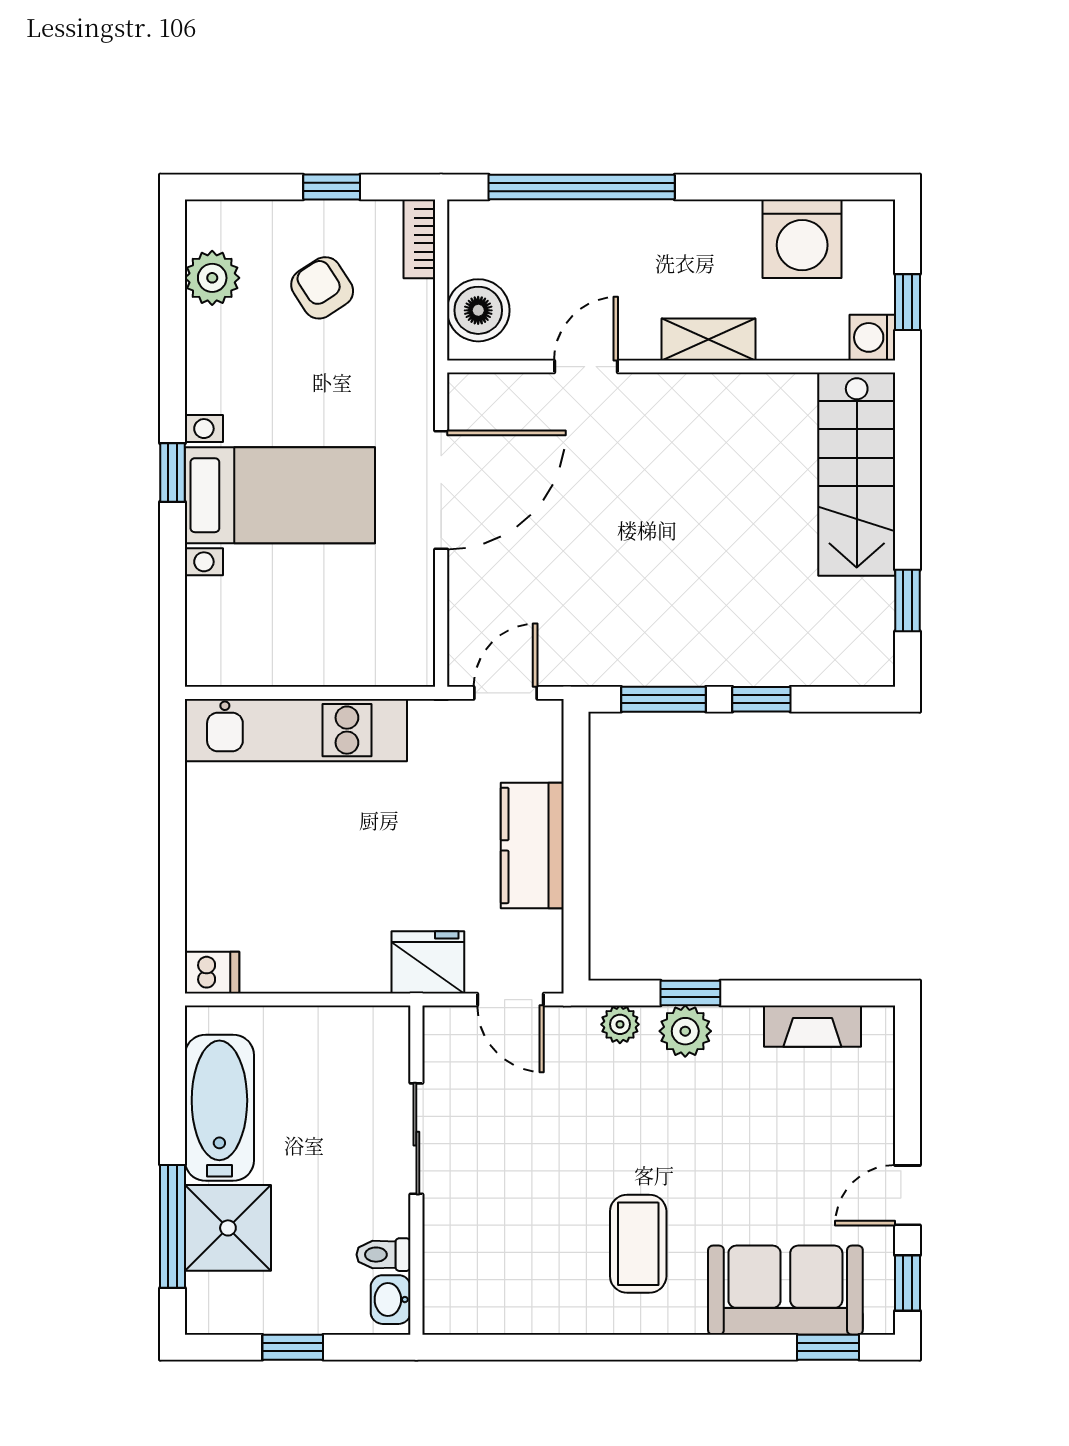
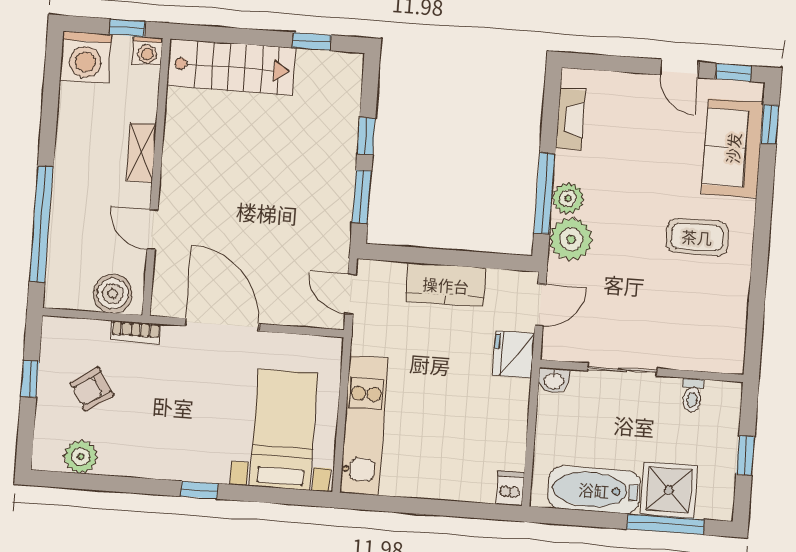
bookcase: (419, 239) -> (136, 332), moved
washing machine: (802, 239) -> (86, 57), moved, turned 90
bed with nightstands: (280, 495) -> (284, 430), moved
window: (690, 993) -> (545, 193), width x2.17
plant: (620, 1024) -> (571, 239), width x1.88, depth x1.88
washbasin: (391, 1300) -> (554, 380), moved

